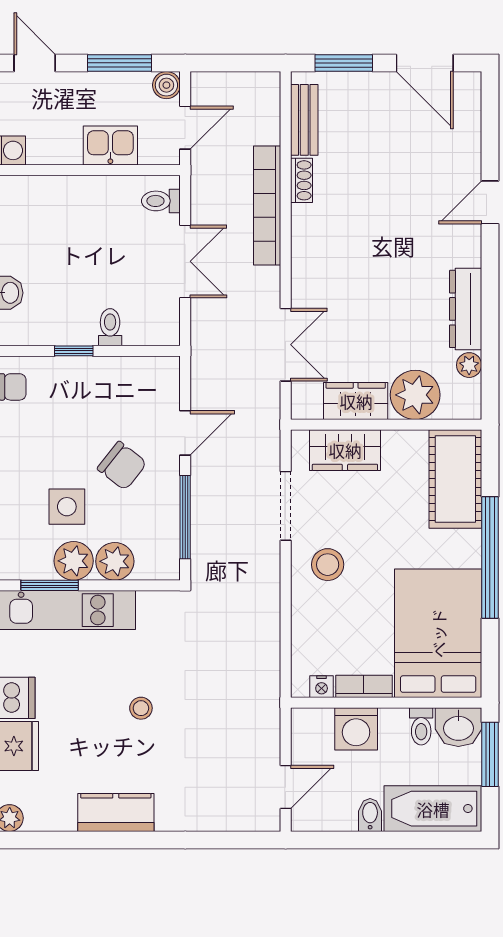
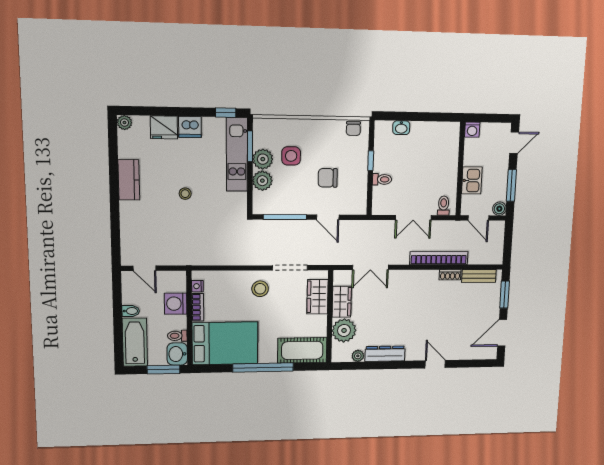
chair: (122, 466) -> (328, 178), moved, turned 52

